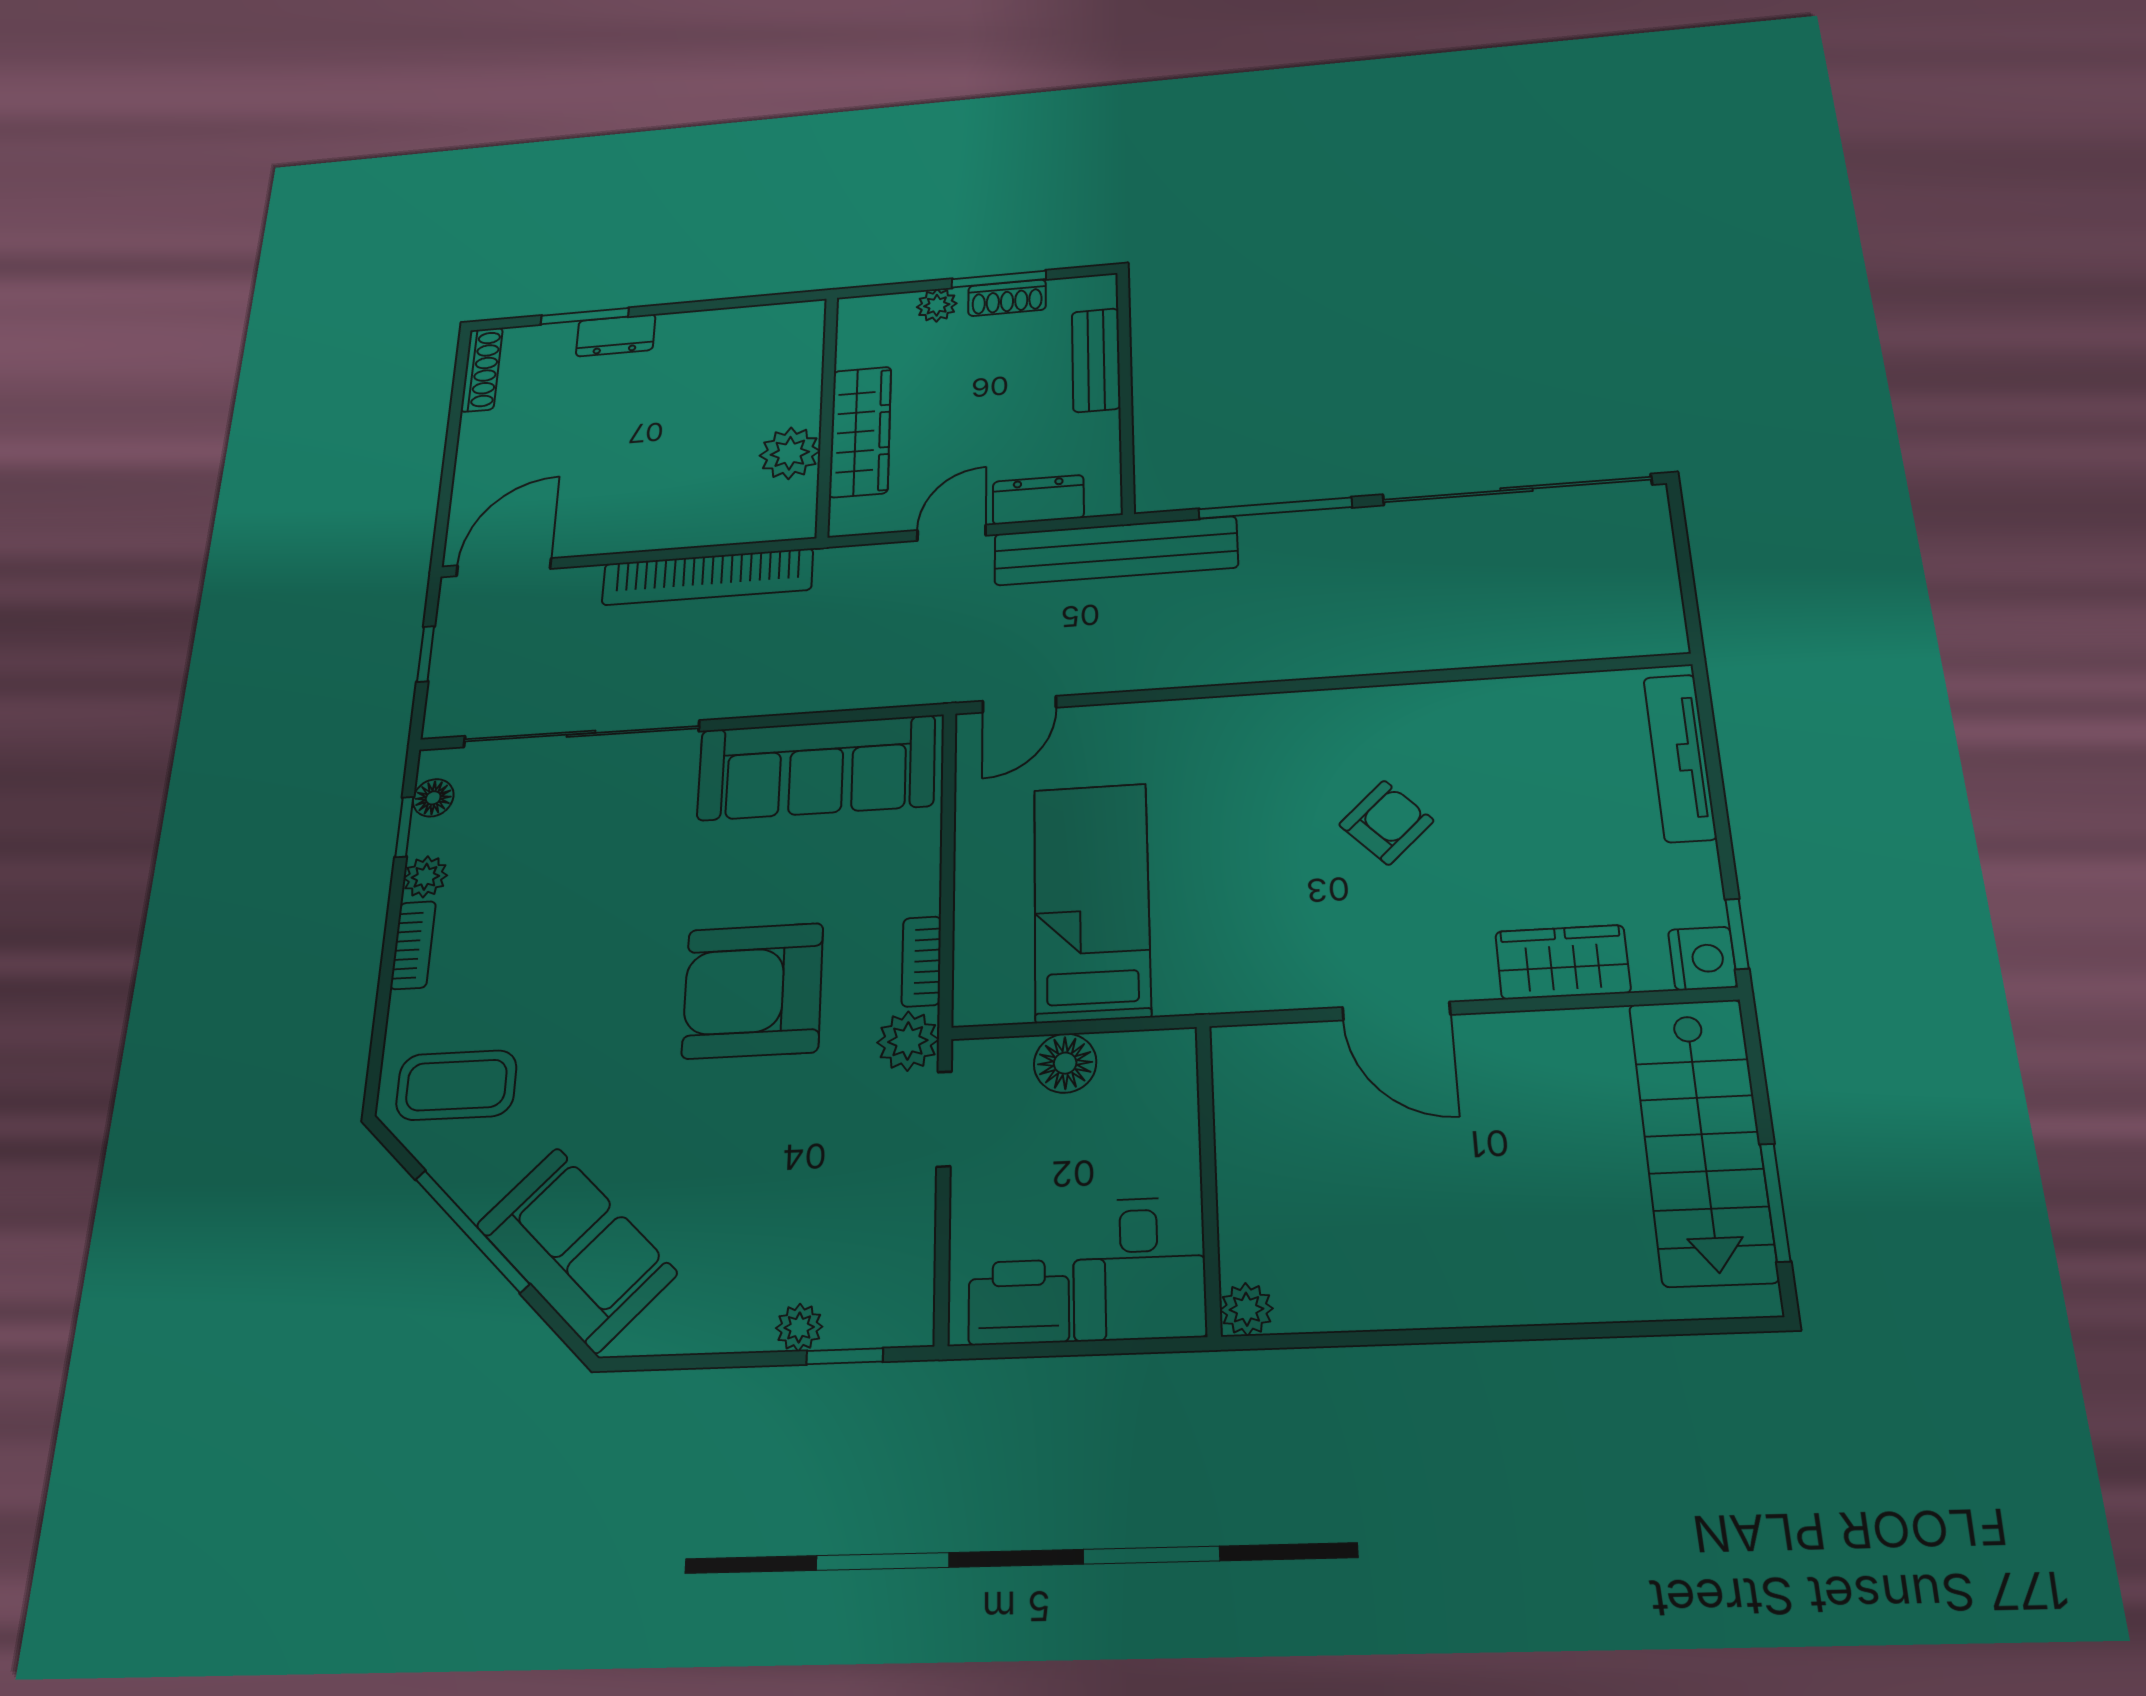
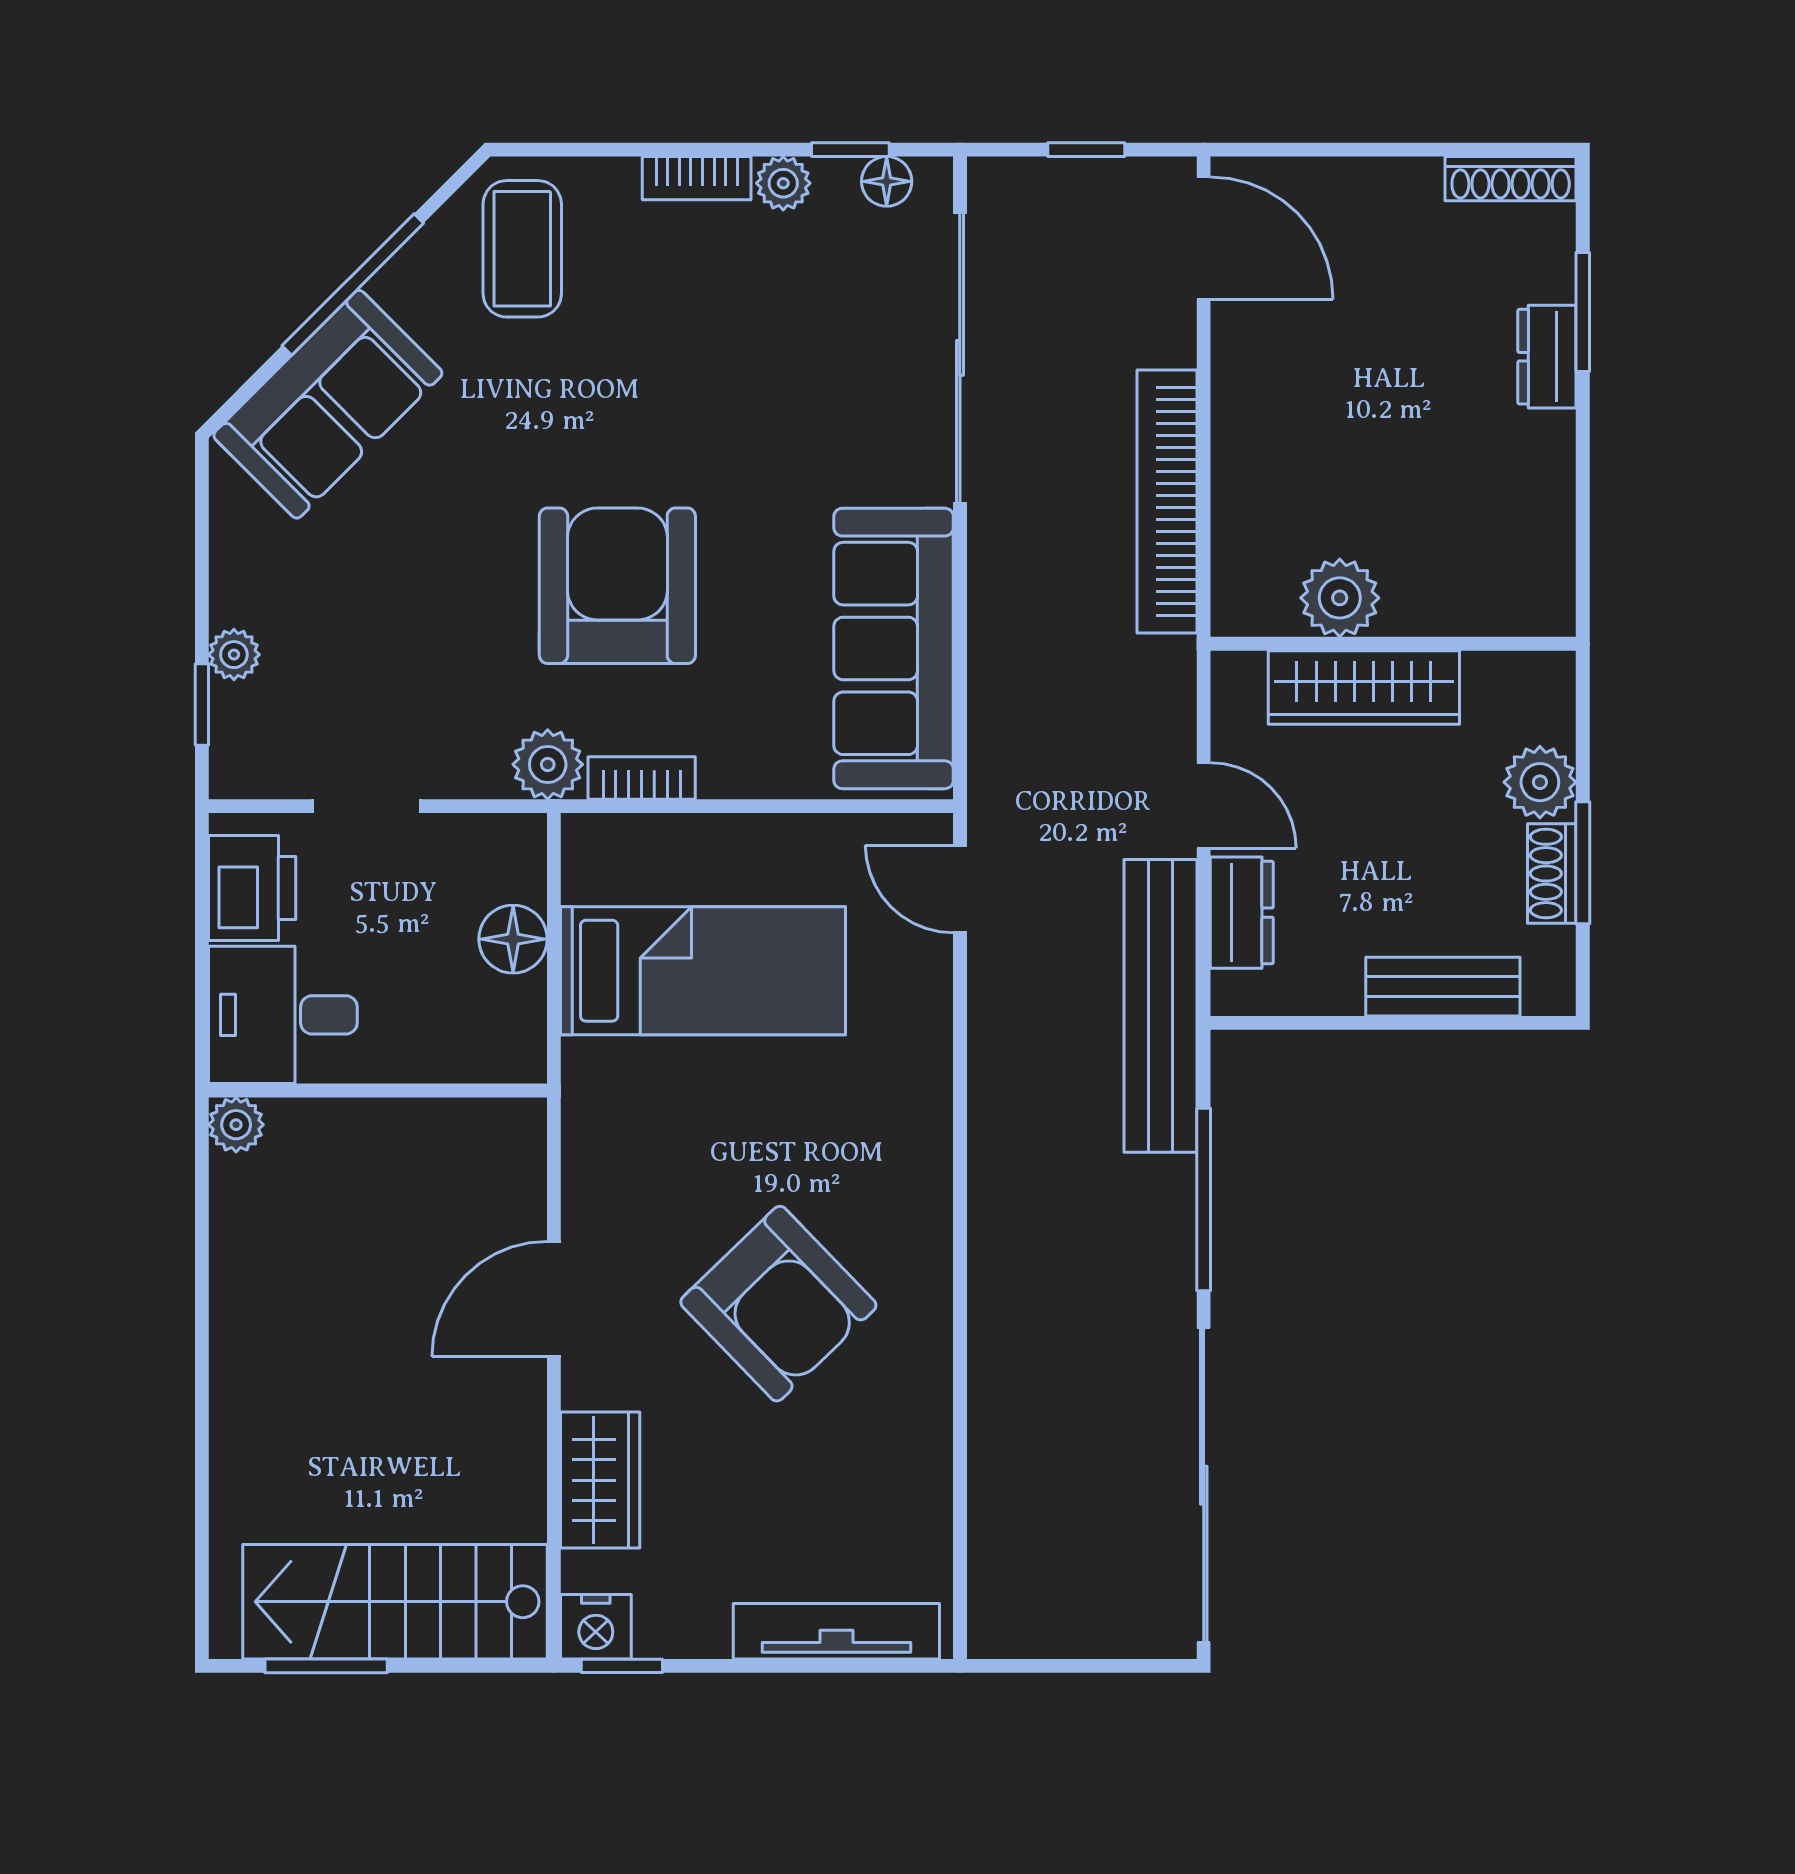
plant: (937, 305) -> (1540, 782), width x1.38, depth x1.38
armchair: (1386, 823) -> (778, 1304), width x1.88, depth x1.88
doorway: (944, 1119) -> (367, 806), moved

